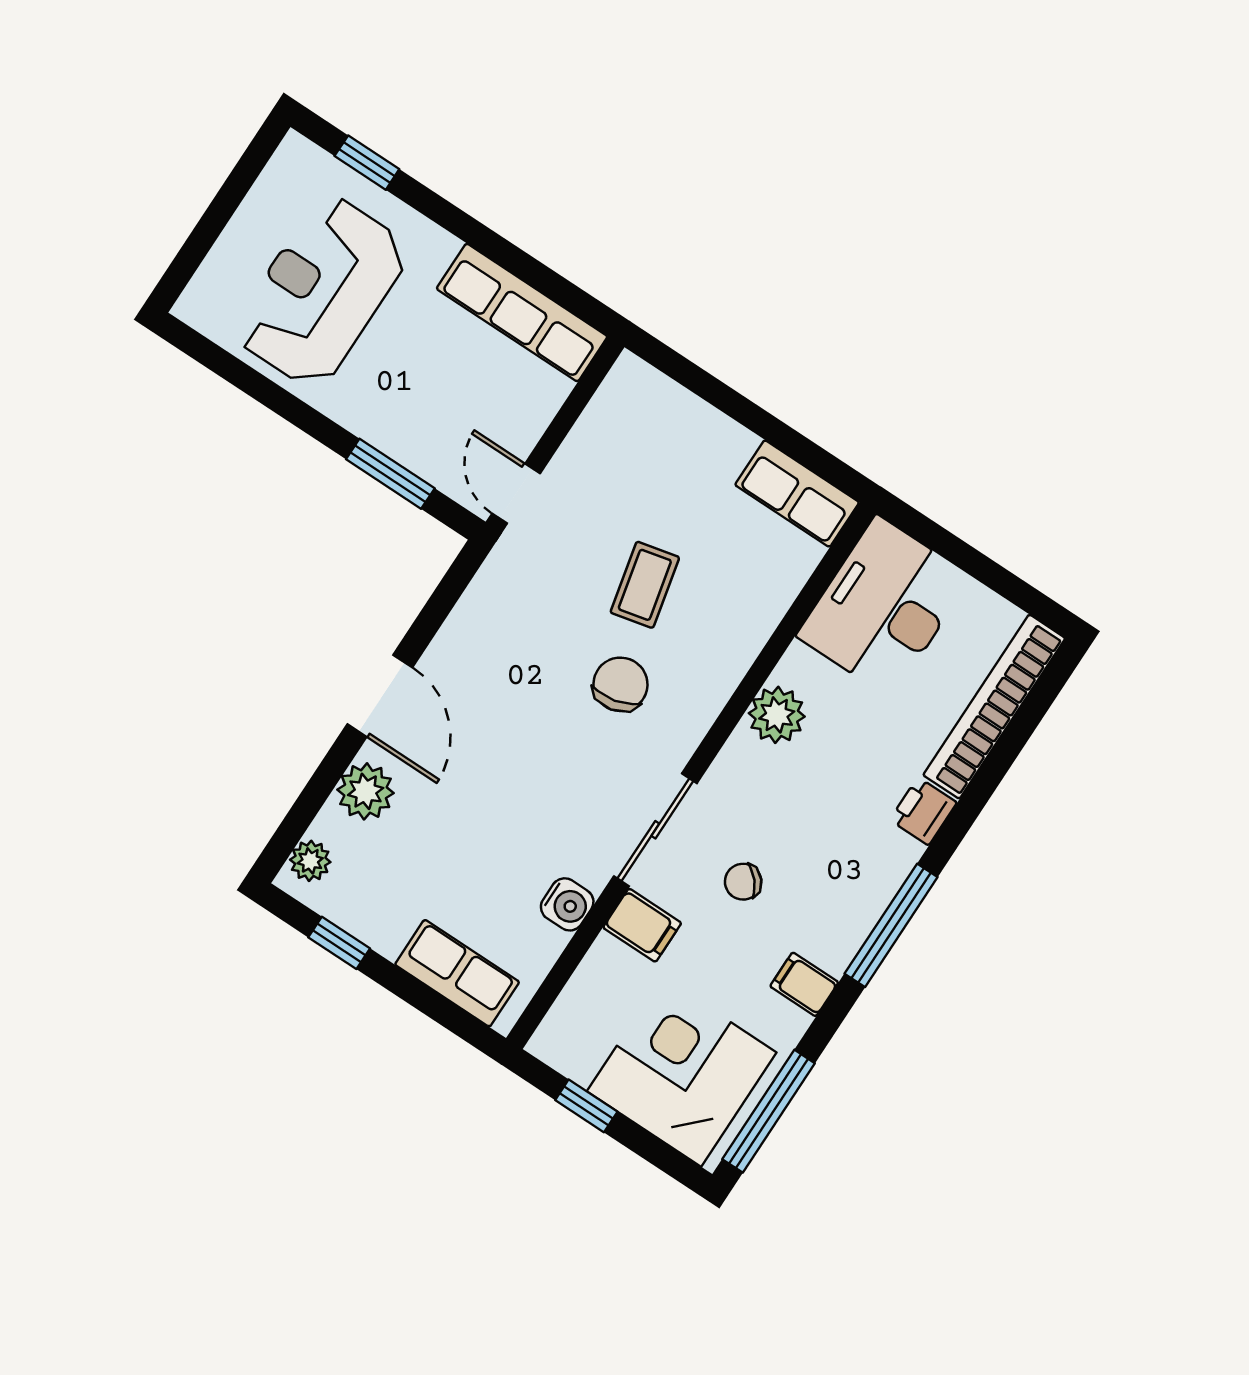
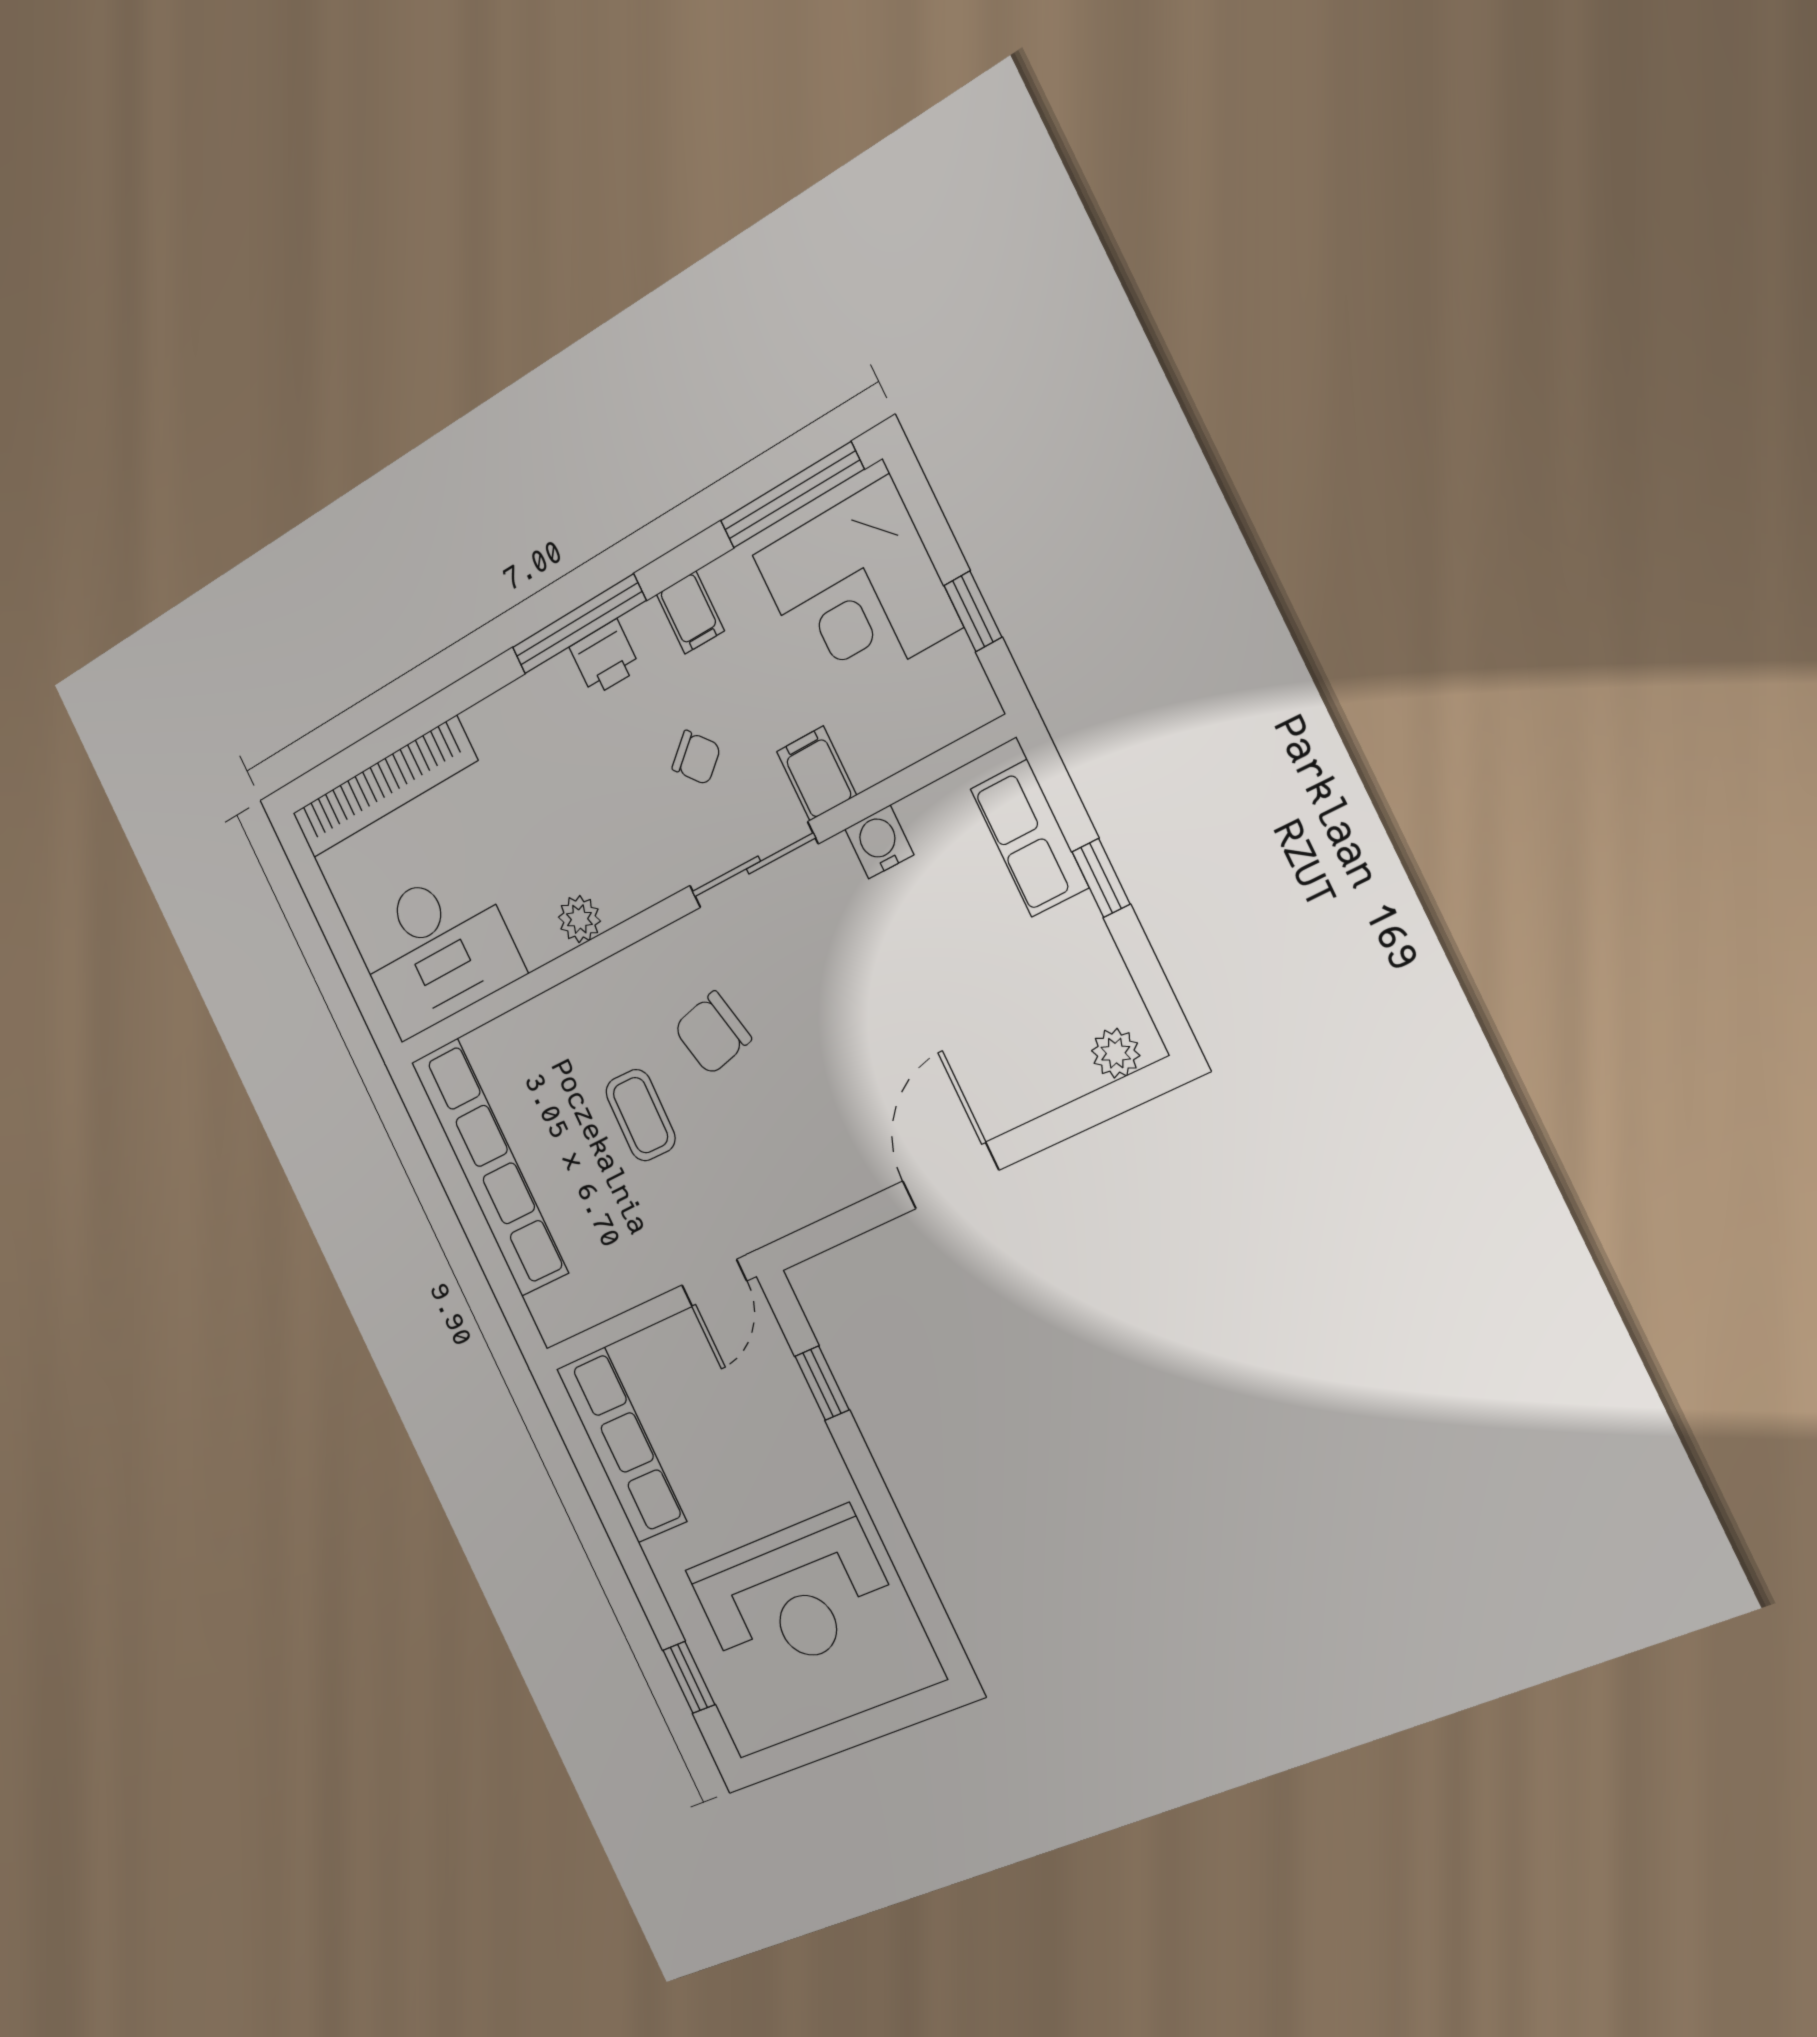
window: (390, 474) -> (822, 1383), width x0.67
row of seats: (797, 494) -> (490, 1168), width x2.02
coffee table: (645, 585) -> (641, 1115), turned -76
plant: (777, 715) -> (579, 919), width x0.73, depth x0.73
plant: (366, 791) -> (1019, 1088), removed
printer: (923, 811) -> (605, 658), moved
window: (339, 943) -> (1101, 878), moved

